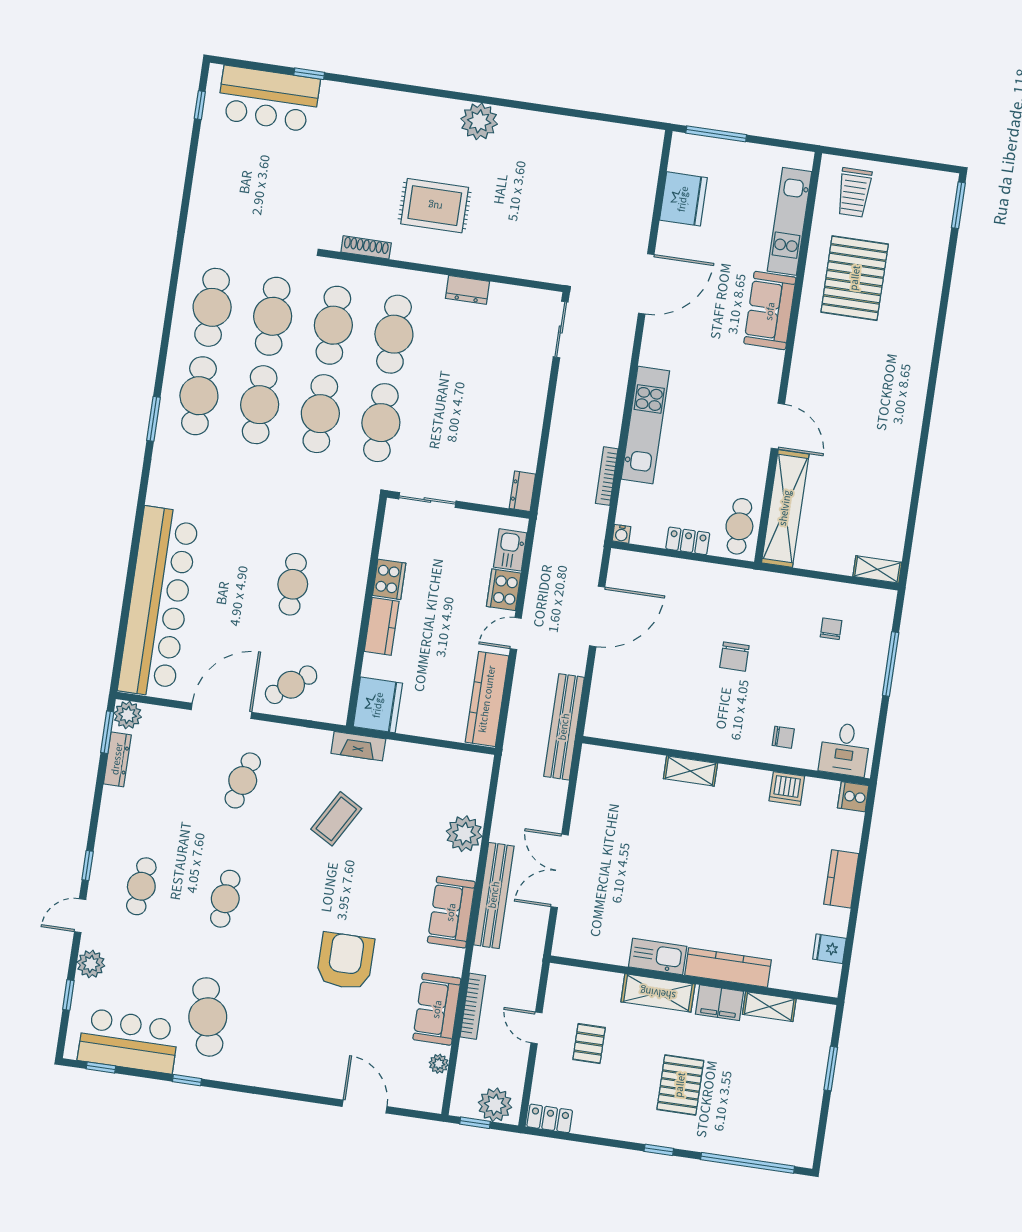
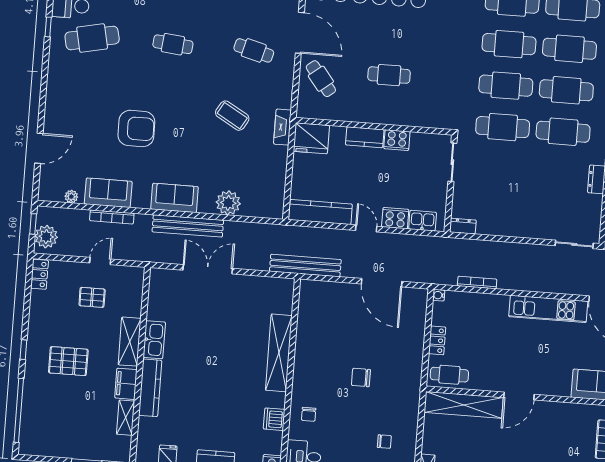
kitchen unit: (645, 425) -> (548, 309), moved
shelving: (690, 771) -> (279, 353), width x2.20, depth x1.33

